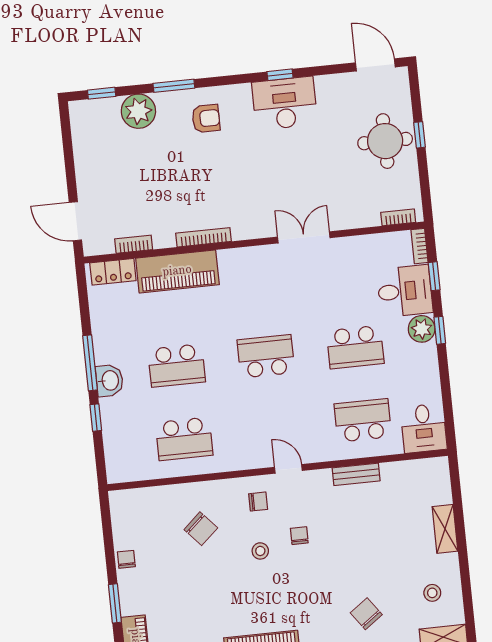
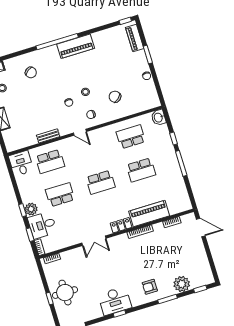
locker: (113, 272) -> (121, 225), moved
school desk: (177, 366) -> (141, 170), turned 180
washbasin: (110, 380) -> (159, 117), moved

